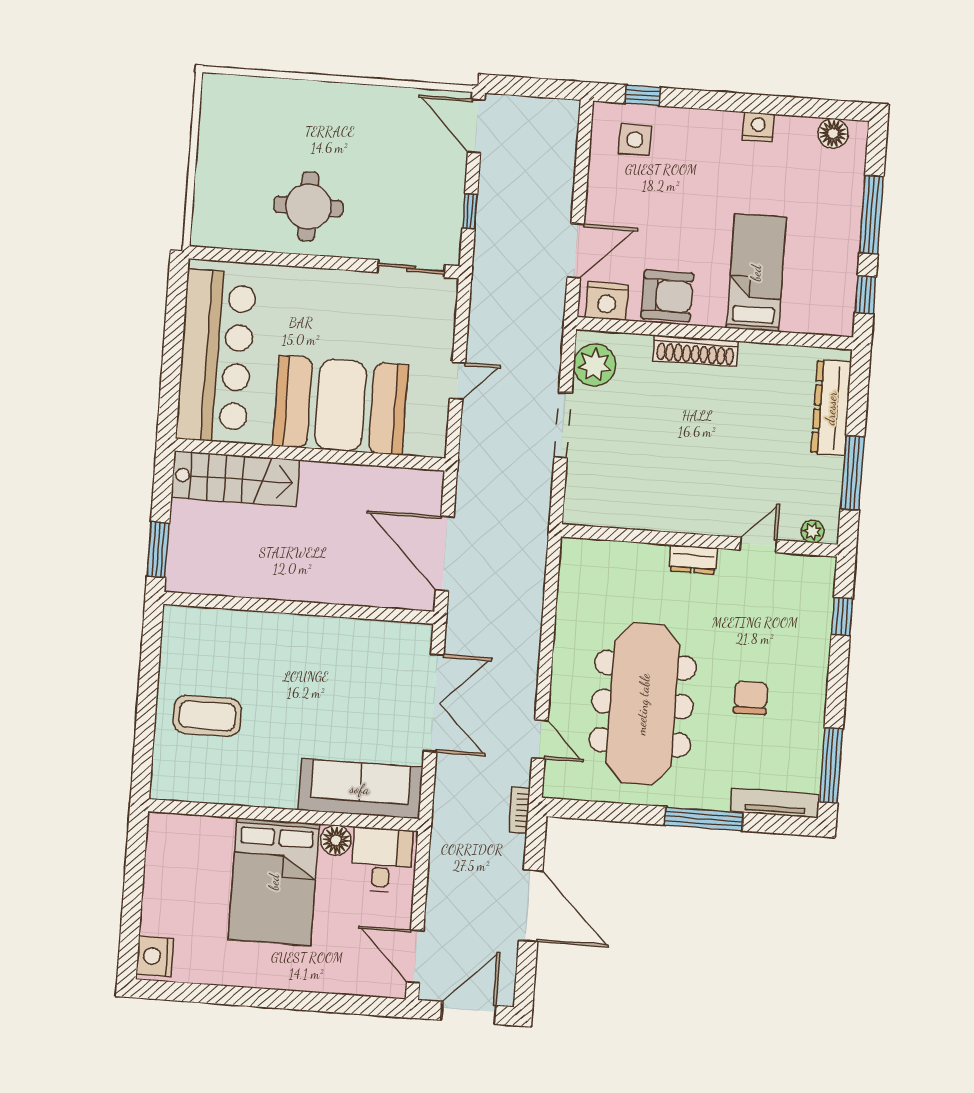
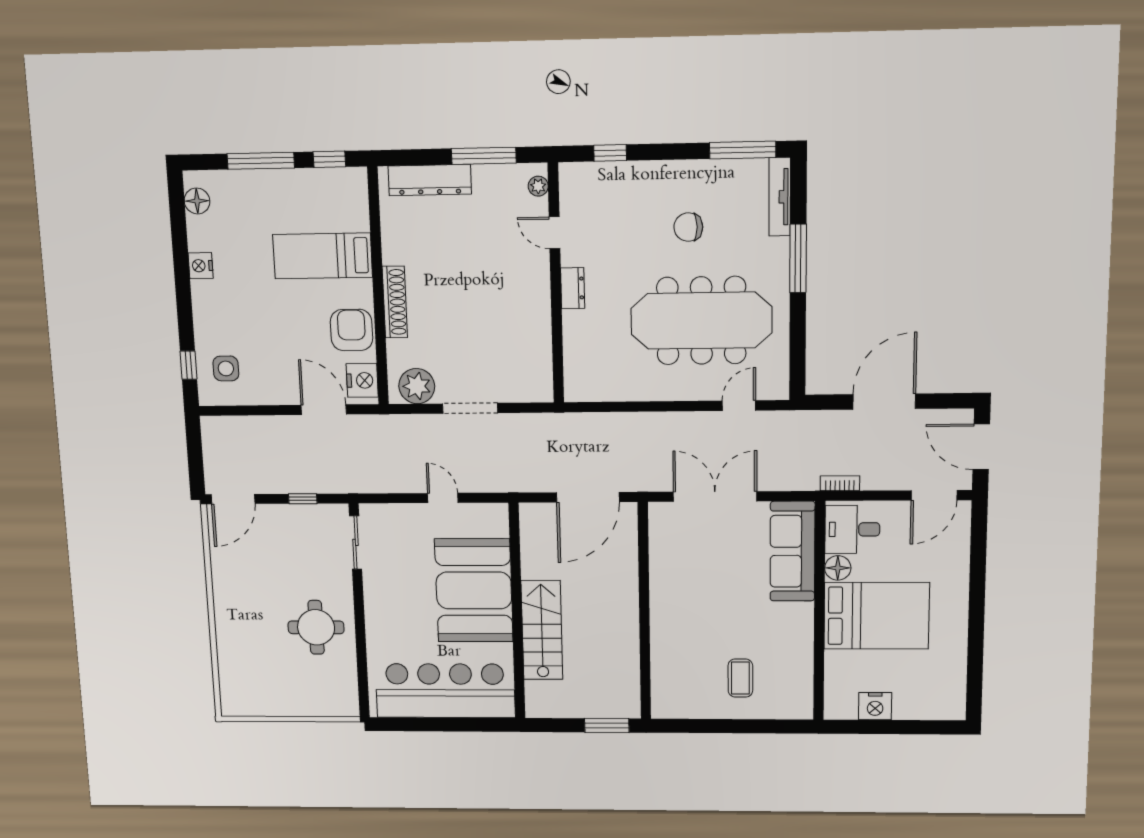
stairs: (235, 479) -> (542, 630), moved
coffee table: (207, 716) -> (740, 678), width x0.73, depth x0.77
bookcase: (520, 810) -> (840, 483), moved, turned 180
nightstand: (155, 956) -> (875, 706), moved

